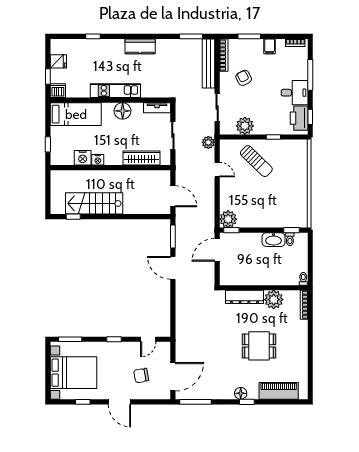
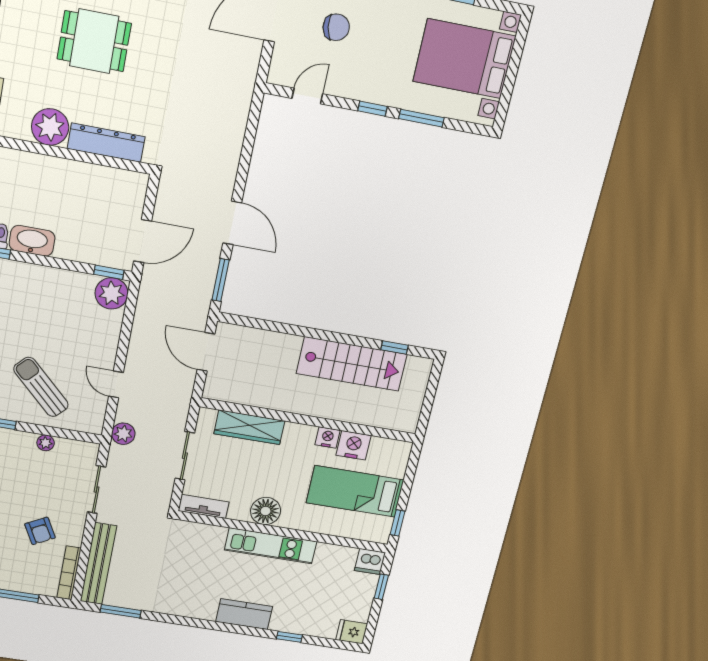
kitchen counter: (140, 46) -> (244, 614), moved
fridge: (58, 61) -> (352, 632), moved
bed: (76, 114) -> (355, 491), moved
plant: (245, 126) -> (46, 443), width x0.53, depth x0.53
window: (48, 144) -> (397, 523), moved
window: (70, 339) -> (421, 118), moved

